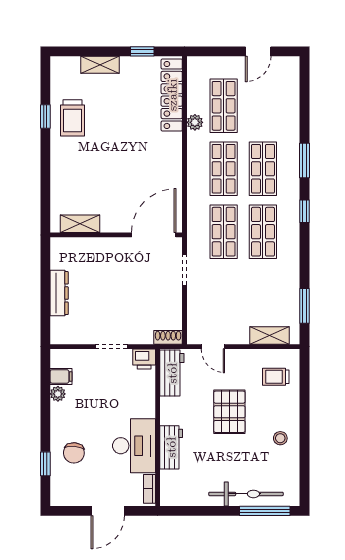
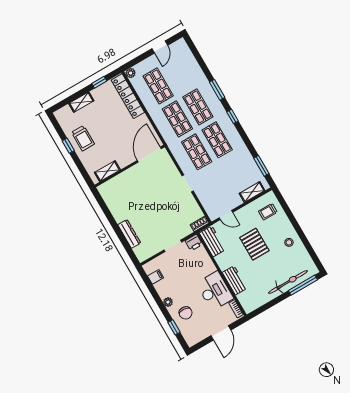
plant: (195, 122) -> (131, 73), moved
shelving: (80, 224) -> (107, 171), moved
wall: (116, 235) -> (130, 166), moved
door: (154, 235) -> (149, 155), moved
plant: (58, 394) -> (168, 302), moved

